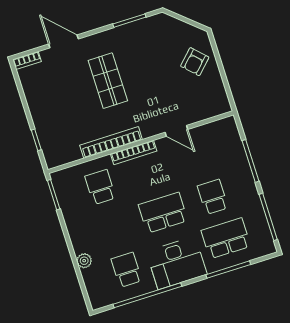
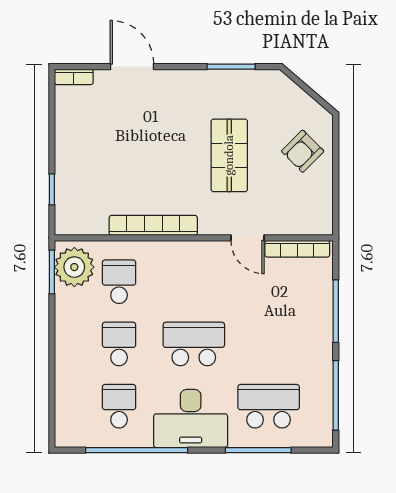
shop shelf: (108, 81) -> (229, 155), moved
bookcase: (134, 152) -> (297, 249), moved
school desk: (213, 197) -> (119, 344), moved
plant: (84, 261) -> (74, 267), moved, width x1.88, depth x1.88

